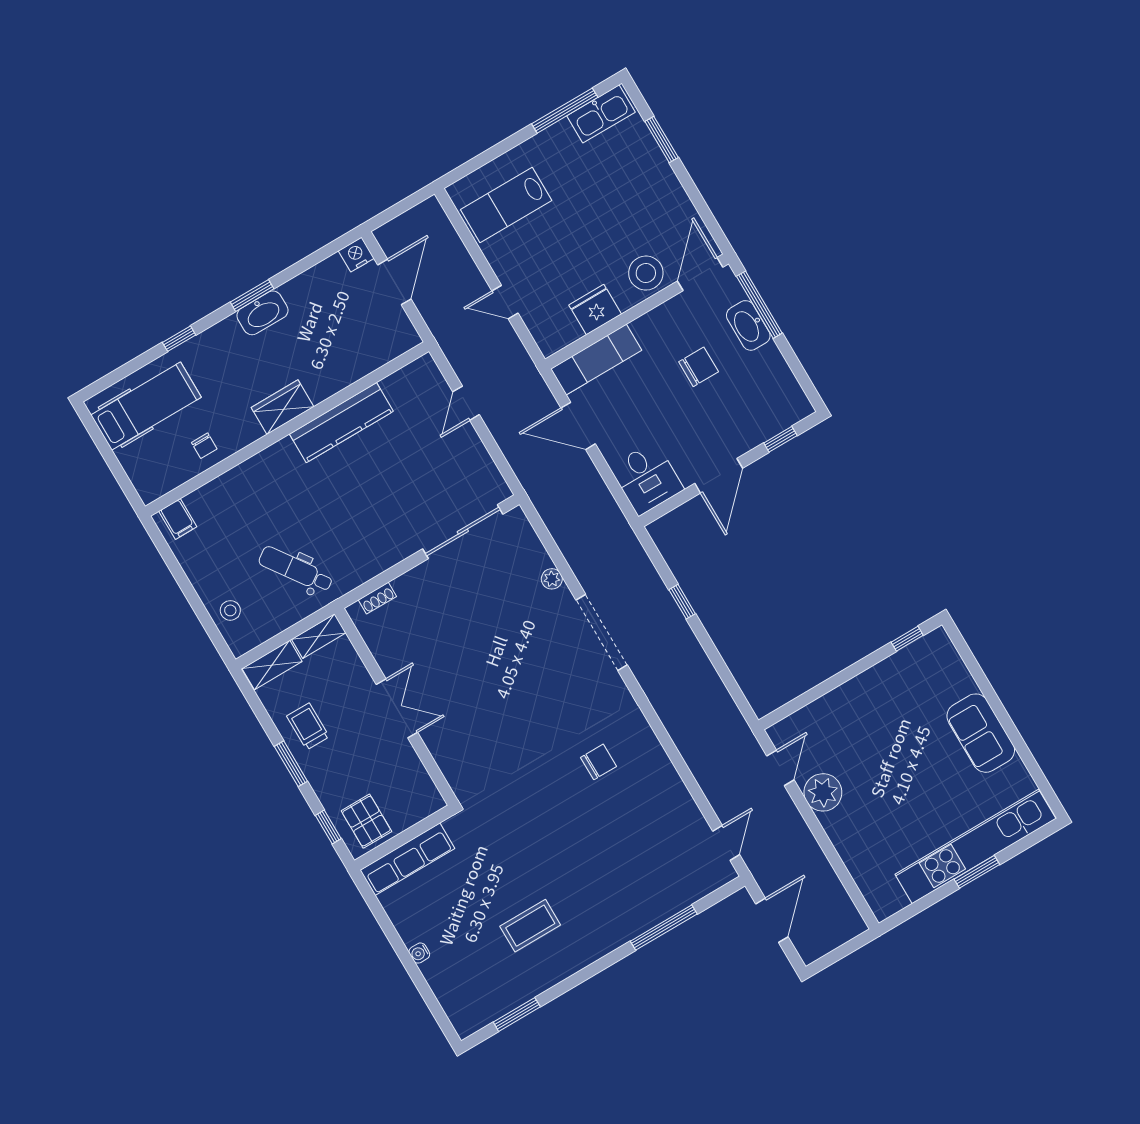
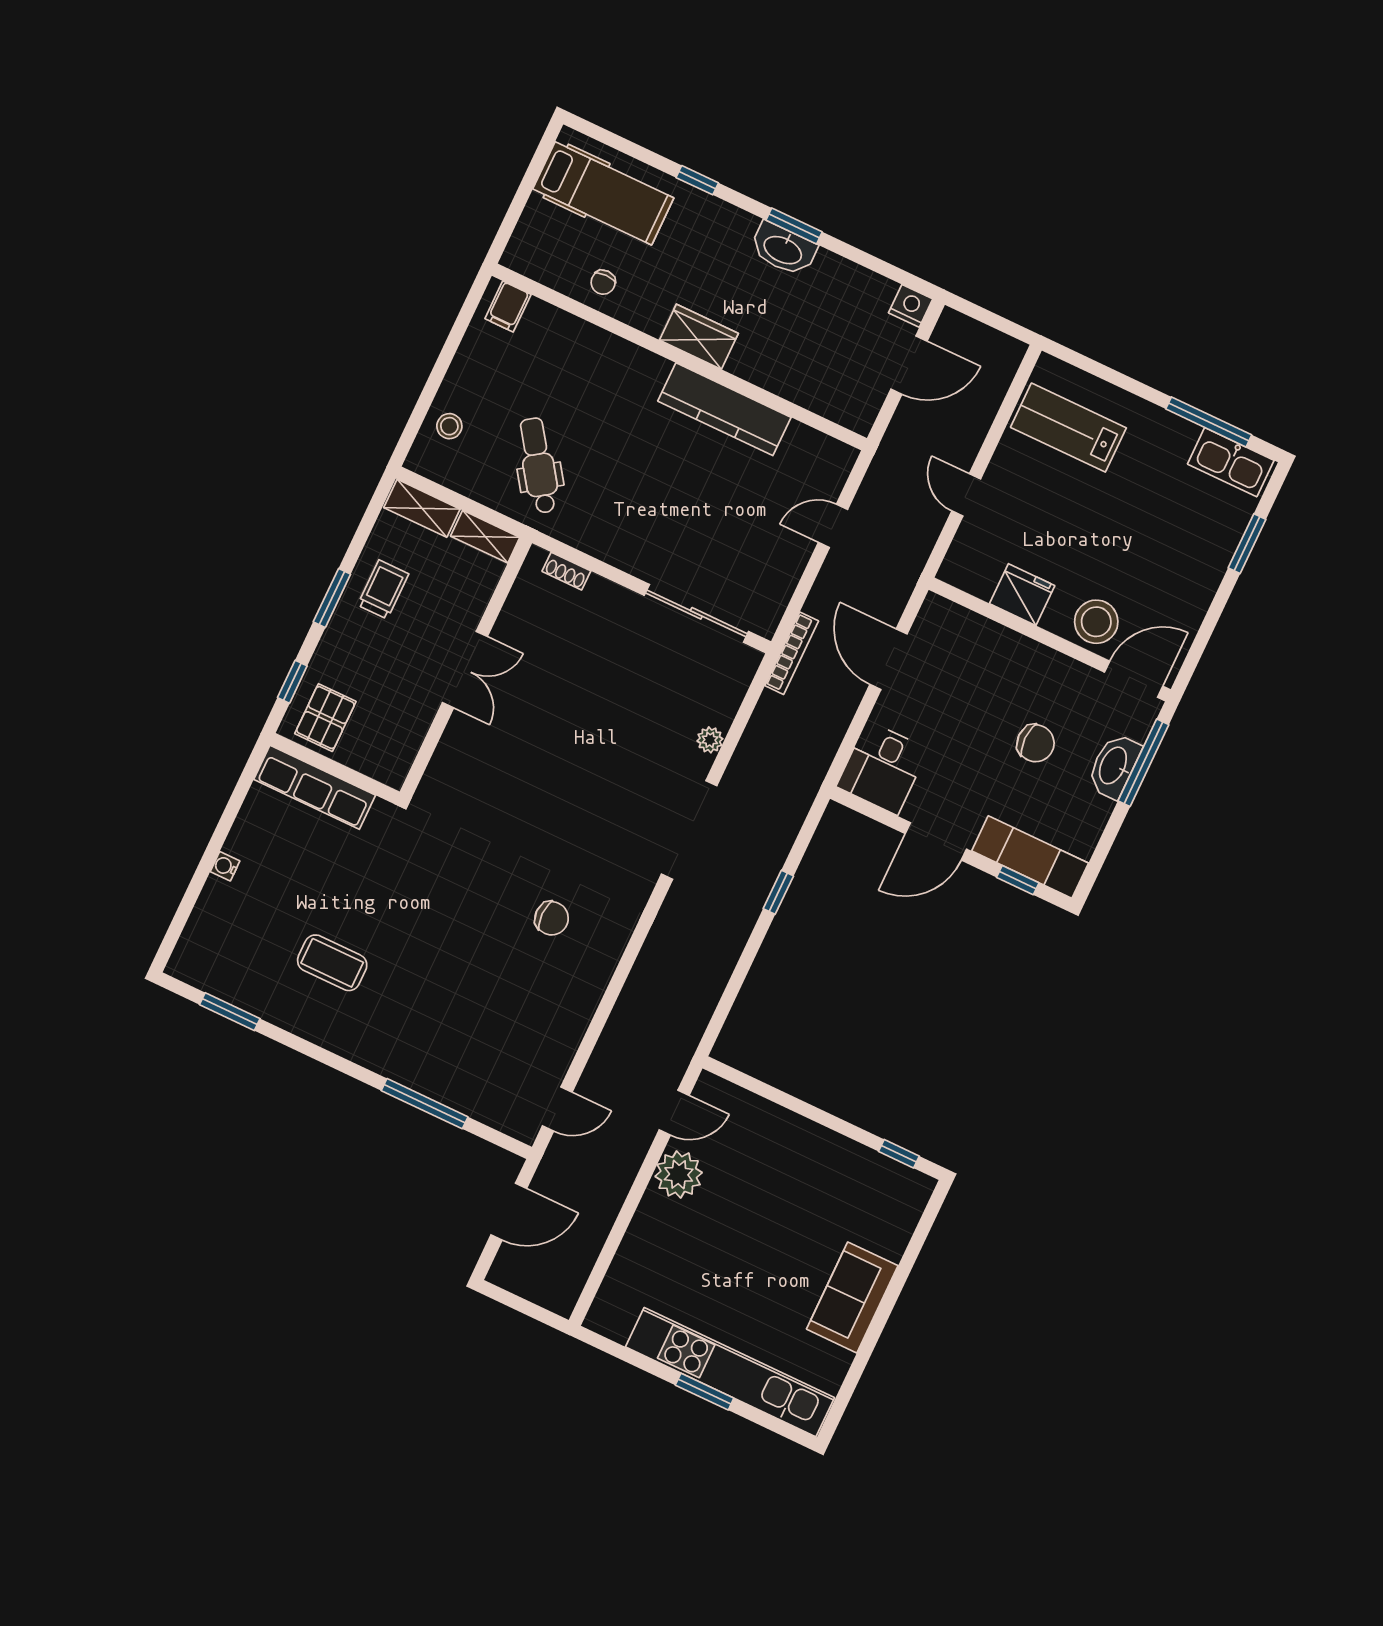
exam couch: (596, 360) -> (1030, 857), moved, turned 180
bookcase: (531, 487) -> (792, 653), added

